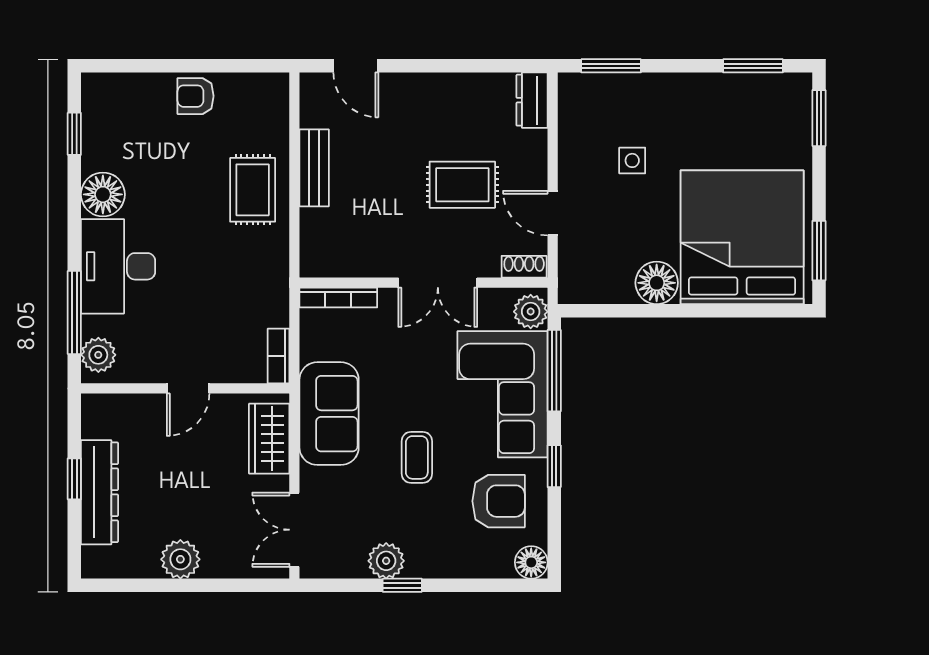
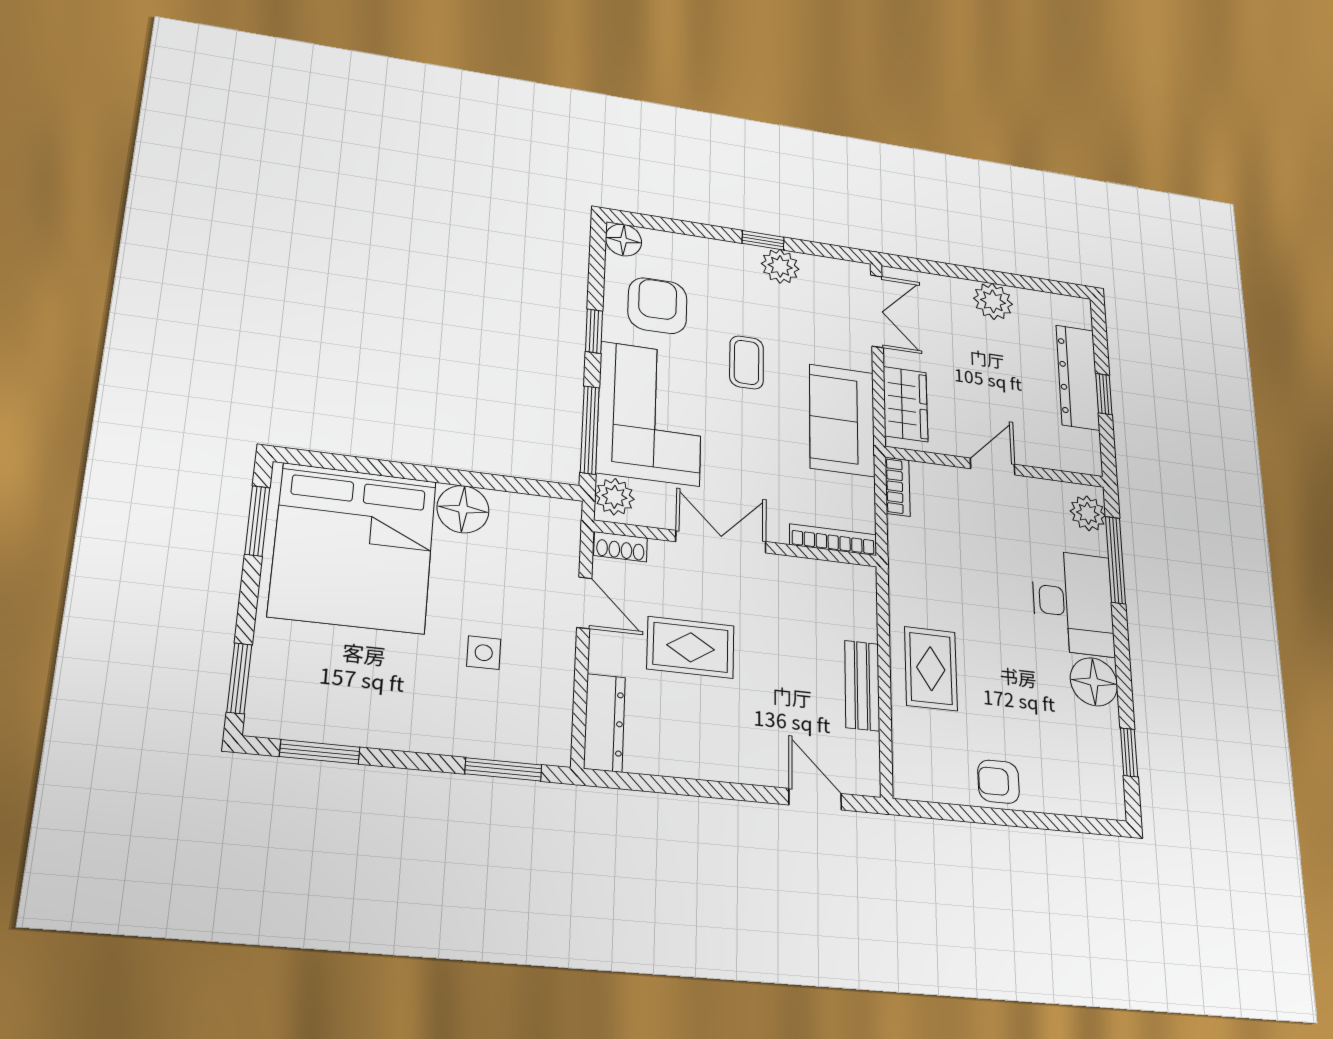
armchair: (195, 96) -> (998, 782), turned 180
dresser: (532, 100) -> (605, 723), width x1.44
armchair: (499, 501) -> (657, 306), turned 90

